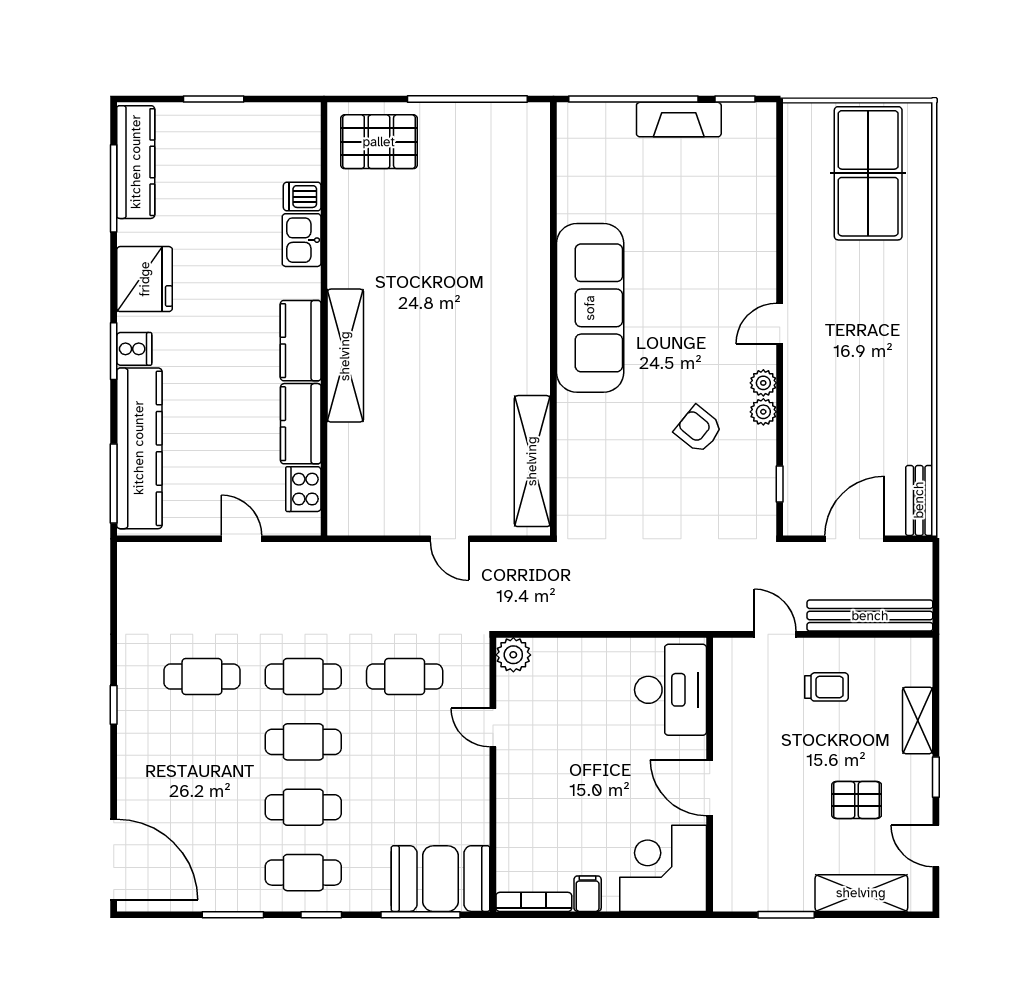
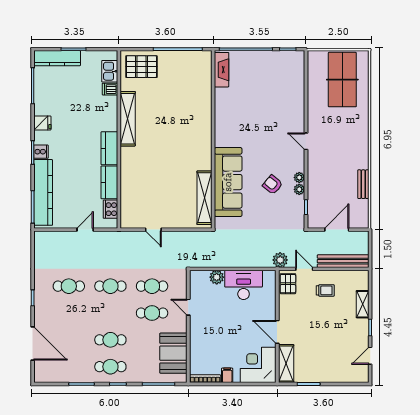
fireplace: (679, 120) -> (222, 70), moved, turned -90
kitchen counter: (136, 162) -> (57, 58), moved, turned 90
kitchen sink: (302, 240) -> (110, 71), moved
fridge: (145, 279) -> (42, 123), width x0.53, depth x0.75
sofa: (590, 308) -> (228, 182), moved
door: (780, 324) -> (306, 141), hinge flipped
shelving: (345, 356) -> (128, 119), moved
plant: (763, 383) -> (299, 189), moved
bench: (919, 500) -> (363, 184), moved
door: (242, 539) -> (85, 230), hinge flipped
door: (450, 539) -> (153, 230), moved
plant: (717, 613) -> (280, 260), added
plant: (513, 655) -> (217, 277), moved
desk: (671, 690) -> (244, 285), moved, turned -90
cafe table: (303, 742) -> (152, 313), moved
pallet: (857, 800) -> (288, 284), moved, turned 90
door: (936, 846) -> (370, 356), hinge flipped
door: (114, 860) -> (33, 343), moved
booth: (441, 879) -> (173, 353), moved, turned 90
shelving: (861, 893) -> (286, 363), moved, turned 90

